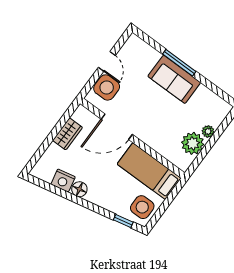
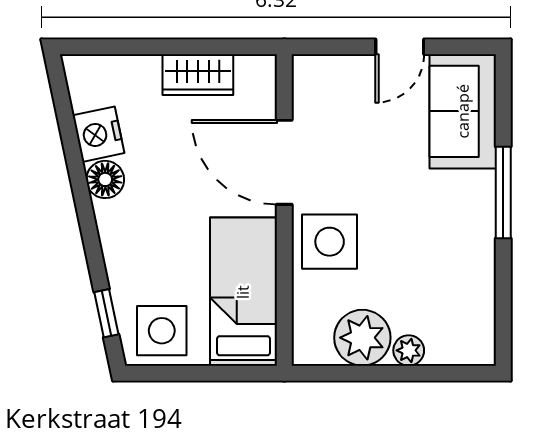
sofa: (174, 79) -> (463, 111), moved
side table: (107, 87) -> (330, 242), moved

